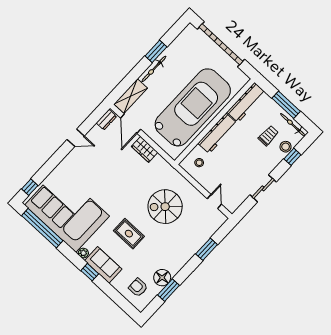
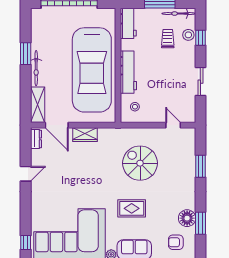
workbench: (246, 102) -> (128, 23), width x0.73
car: (193, 107) -> (92, 70), turned 180
spiral stairs: (165, 207) -> (140, 163), turned 90

